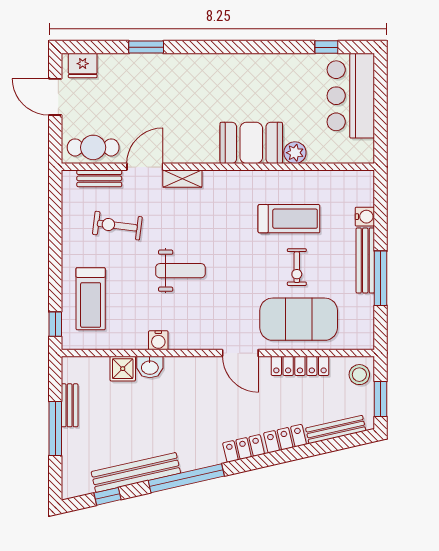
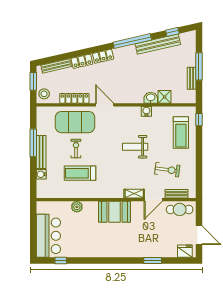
booth: (251, 143) -> (114, 212), moved
treadmill: (91, 299) -> (181, 132), turned 180

